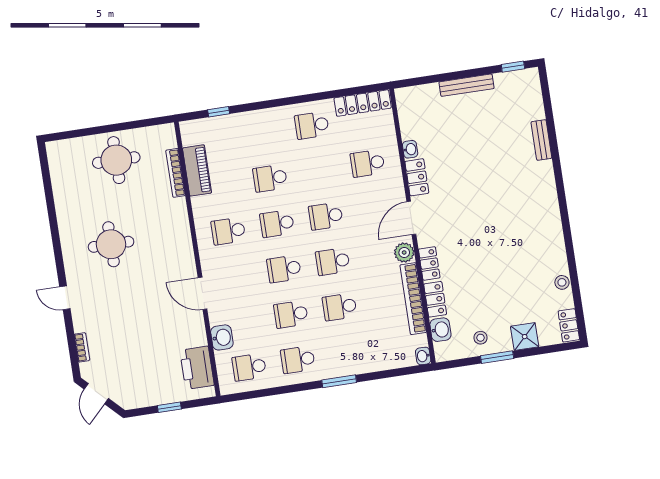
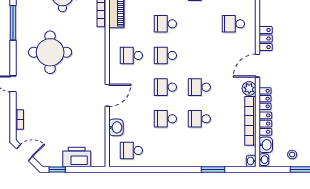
washbasin: (410, 149) -> (264, 160), moved
window: (51, 210) -> (13, 23), added
school desk: (326, 216) -> (199, 55), removed
round table: (111, 244) -> (50, 52), width x1.36, depth x1.36
door: (202, 293) -> (107, 95), swing flipped
school desk: (298, 360) -> (165, 150), removed
printer: (197, 368) -> (77, 157), moved, turned 90
window: (339, 381) -> (213, 169), moved
door: (96, 394) -> (24, 153), swing flipped
window: (169, 407) -> (57, 169), moved

